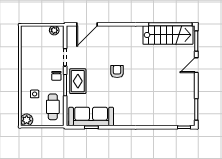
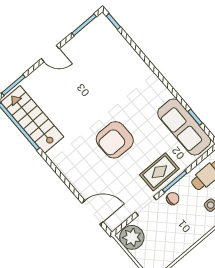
plant: (54, 30) -> (132, 237), width x1.87, depth x1.87
door: (196, 65) -> (50, 54), moved
armchair: (117, 71) -> (115, 140), width x1.88, depth x1.88

